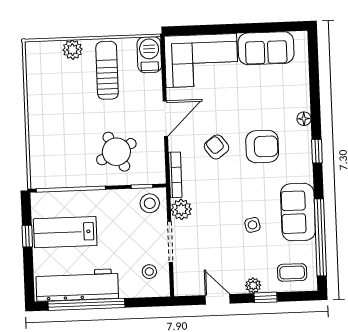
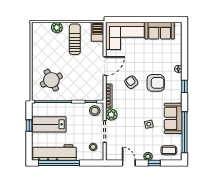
round table: (116, 152) -> (51, 80), moved

